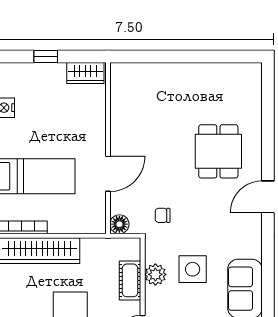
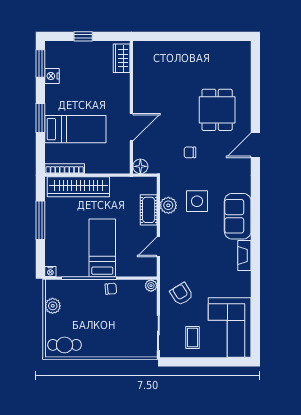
wardrobe: (85, 73) -> (122, 58), moved, turned 90
chair: (163, 215) -> (190, 152), moved

